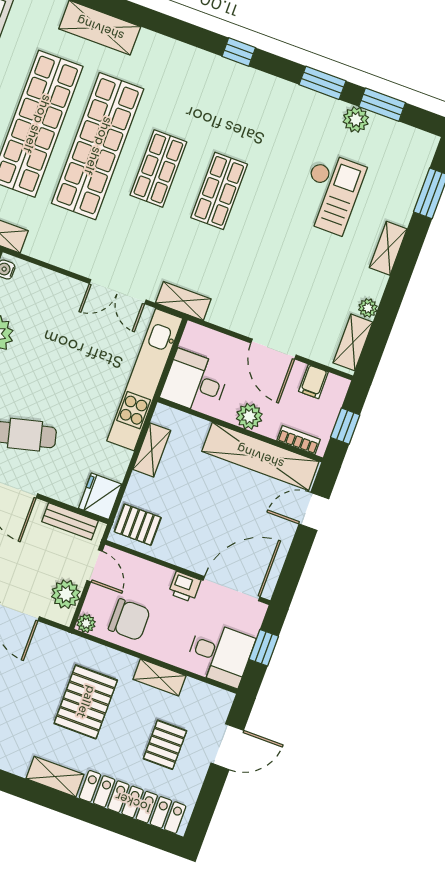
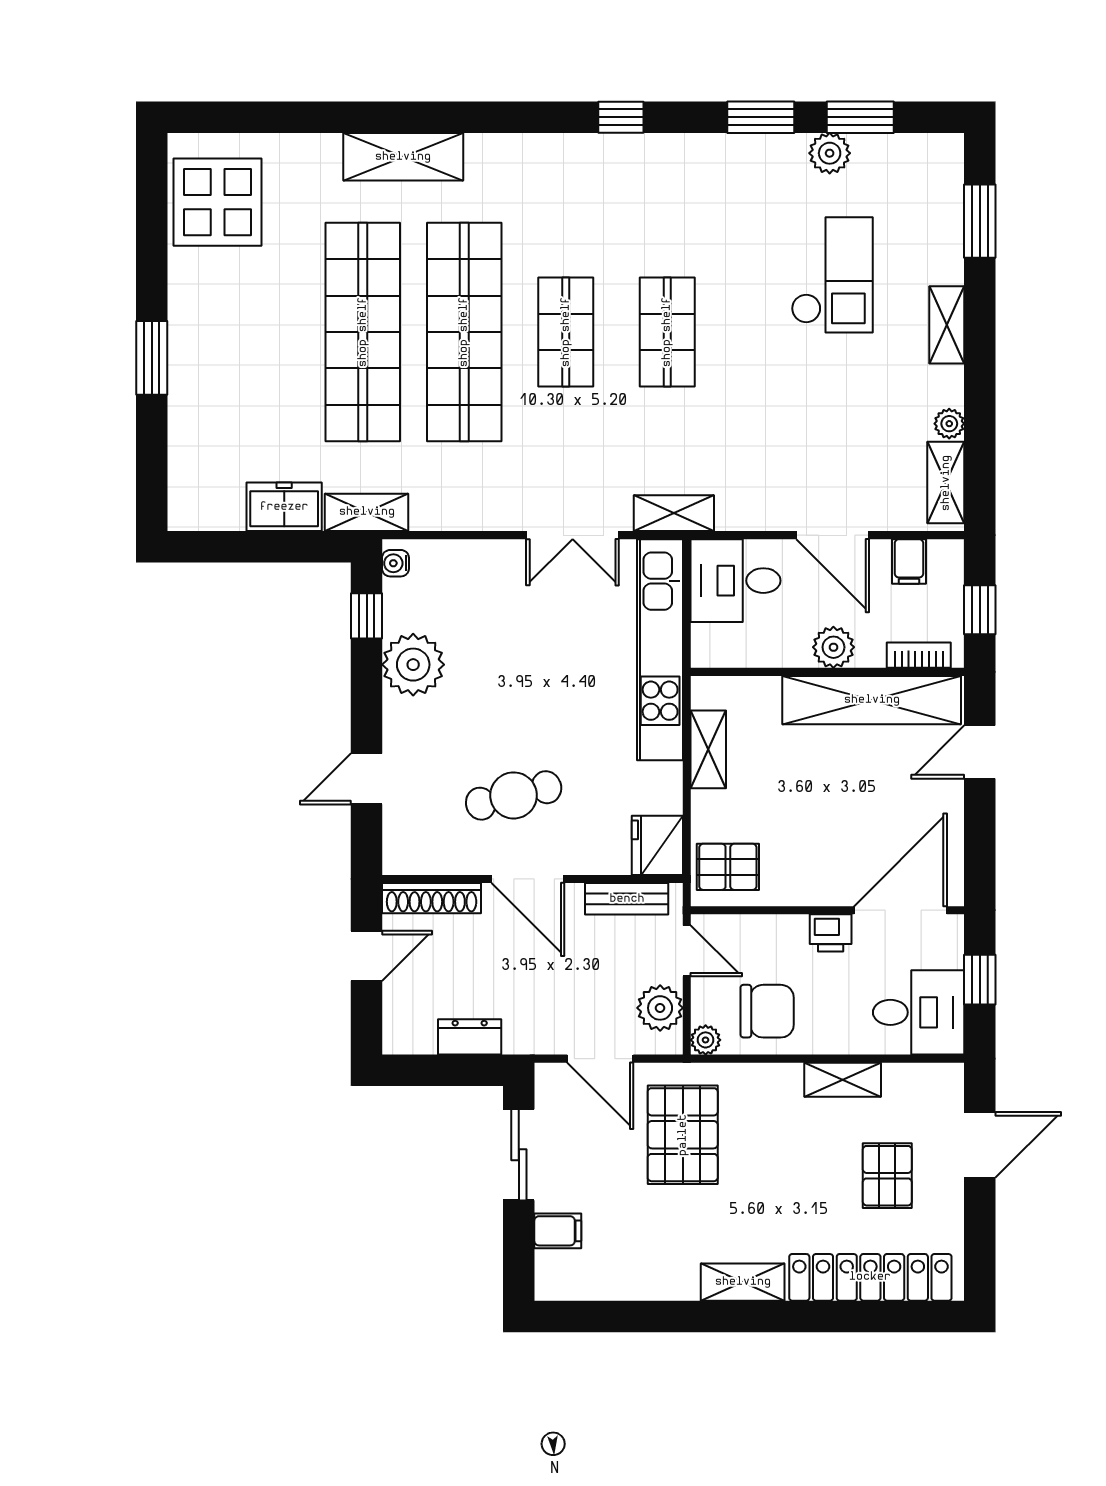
desk: (195, 382) -> (736, 581), moved
pallet: (86, 702) -> (683, 1135), moved

